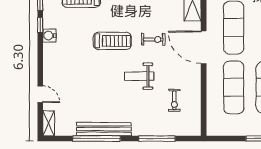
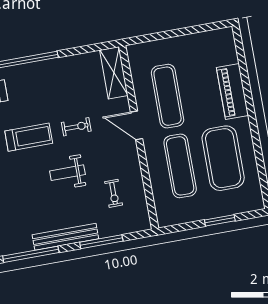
door: (204, 47) -> (137, 125), width x0.73
bench: (104, 129) -> (65, 237), moved

